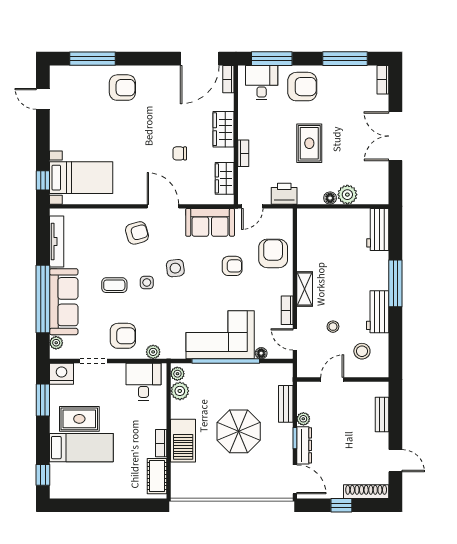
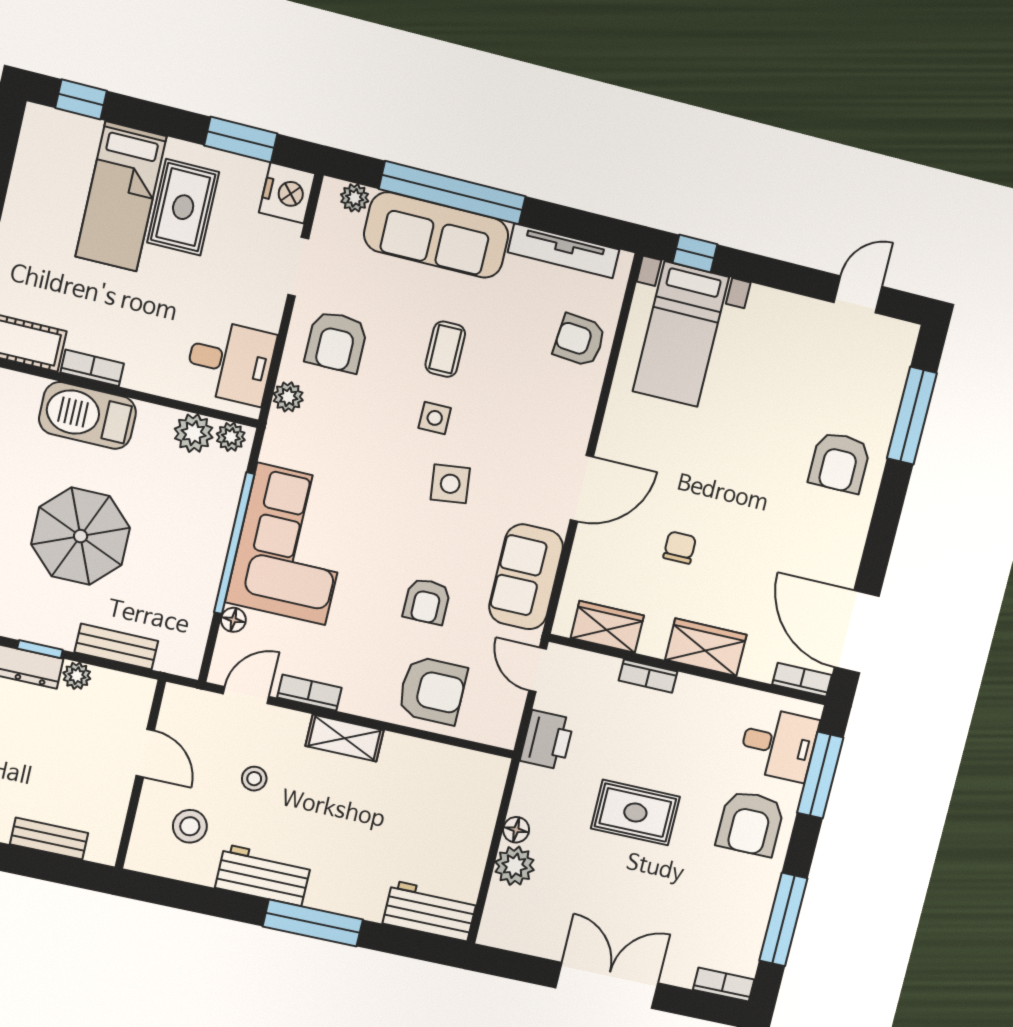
armchair: (137, 233) -> (579, 340), moved, turned 111

